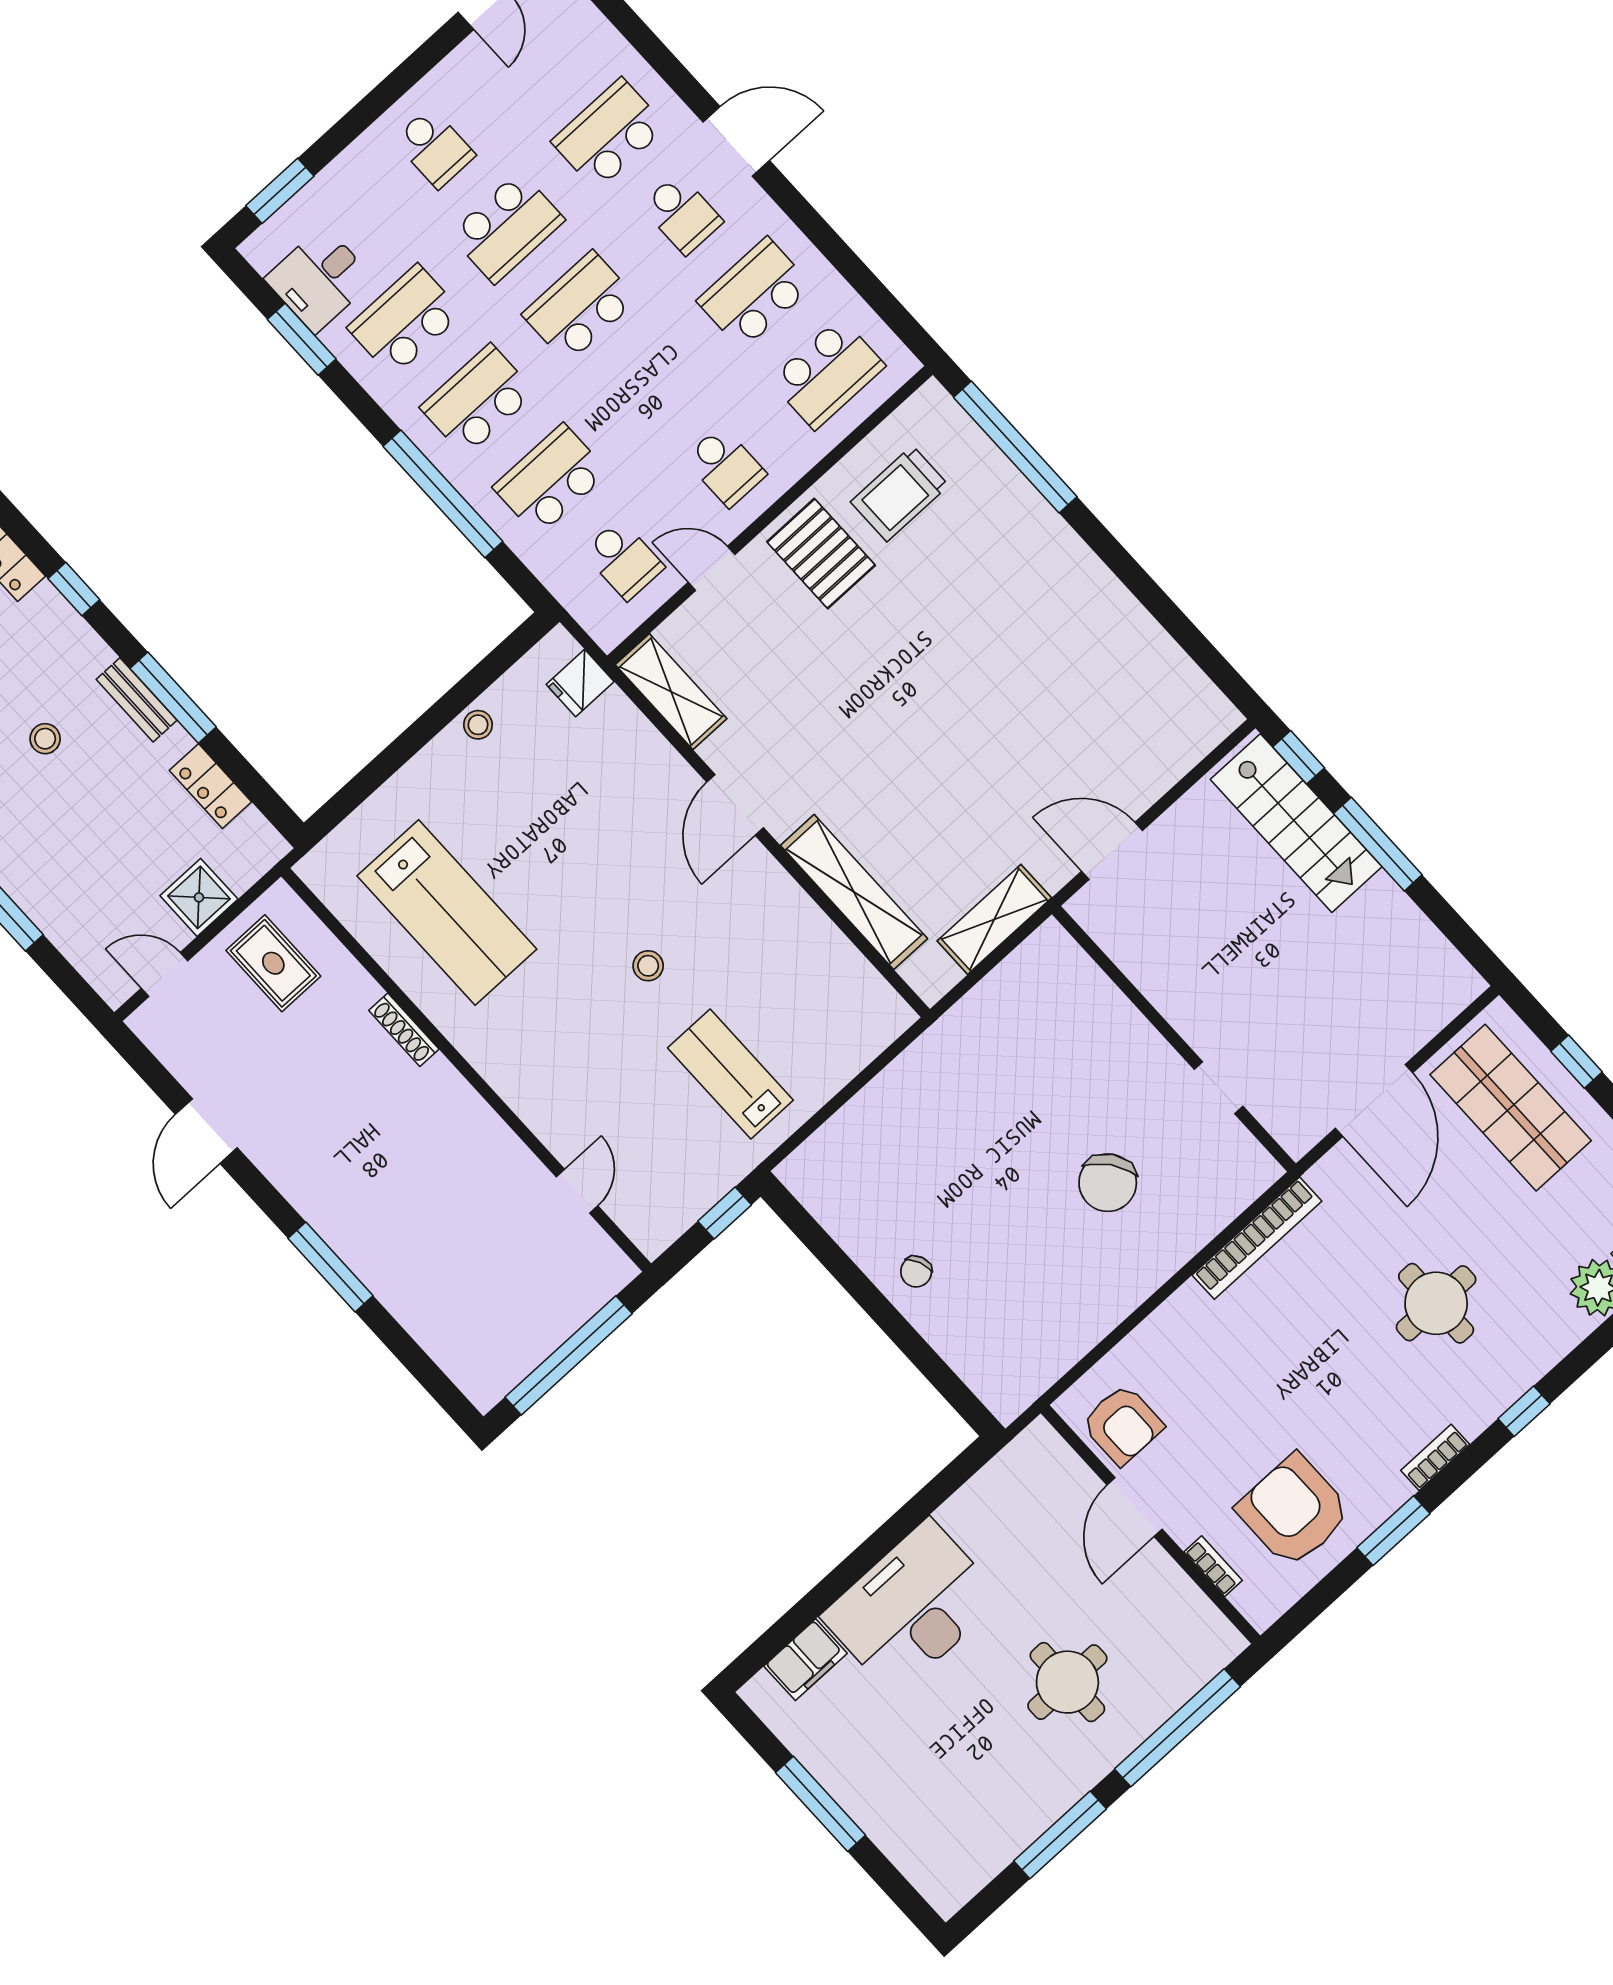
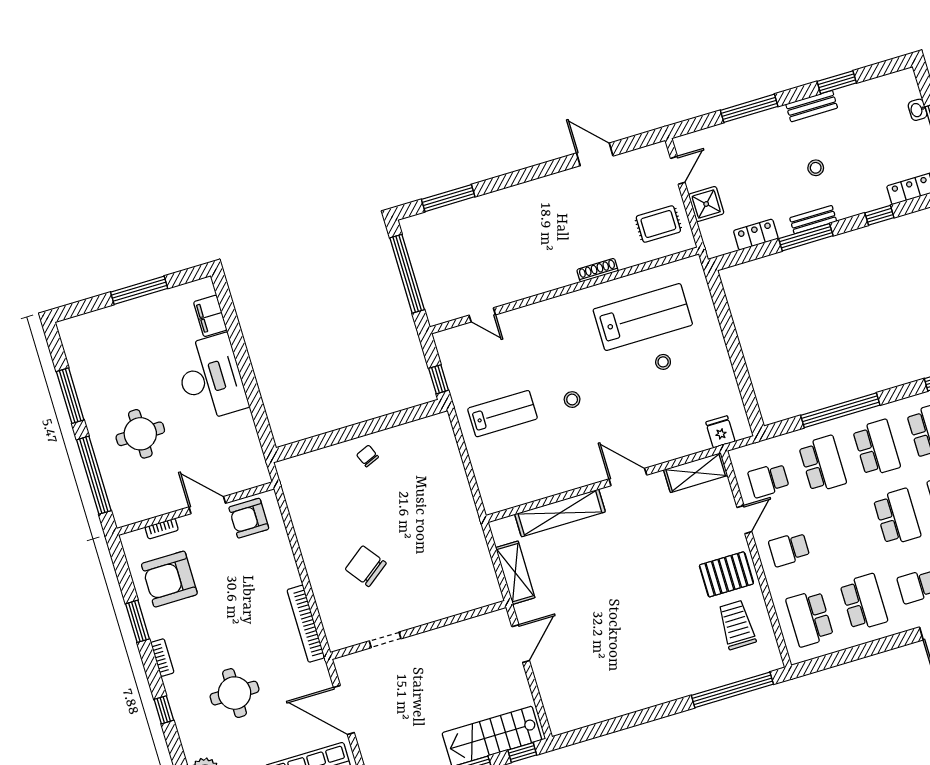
stool: (478, 725) -> (663, 362), moved
lab bench: (447, 913) -> (643, 317), turned 180
window: (330, 1267) -> (448, 198), moved
armchair: (1294, 1511) -> (169, 579), turned 180

